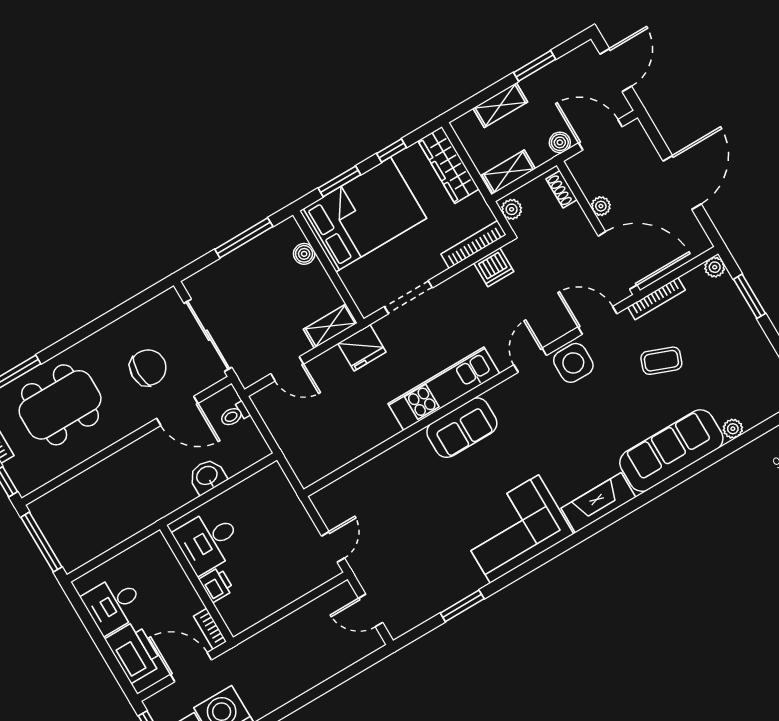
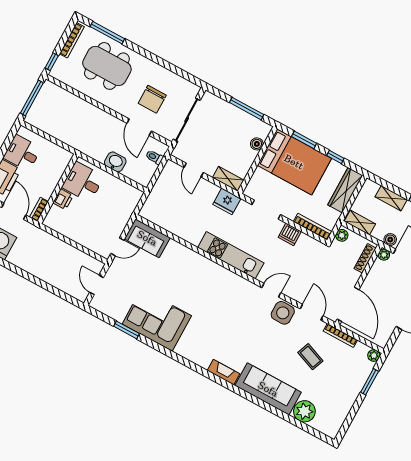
shoe rack: (562, 189) -> (365, 258), width x1.43
plant: (601, 206) -> (384, 255), moved
dishwasher: (494, 267) -> (290, 234), moved
chair: (148, 368) -> (152, 99), turned 90
sofa: (462, 428) -> (147, 238), moved
plant: (733, 429) -> (304, 411), width x1.88, depth x1.88
fireplace: (598, 503) -> (224, 372), width x0.73, depth x0.76
corner sofa: (514, 529) -> (157, 320), moved

